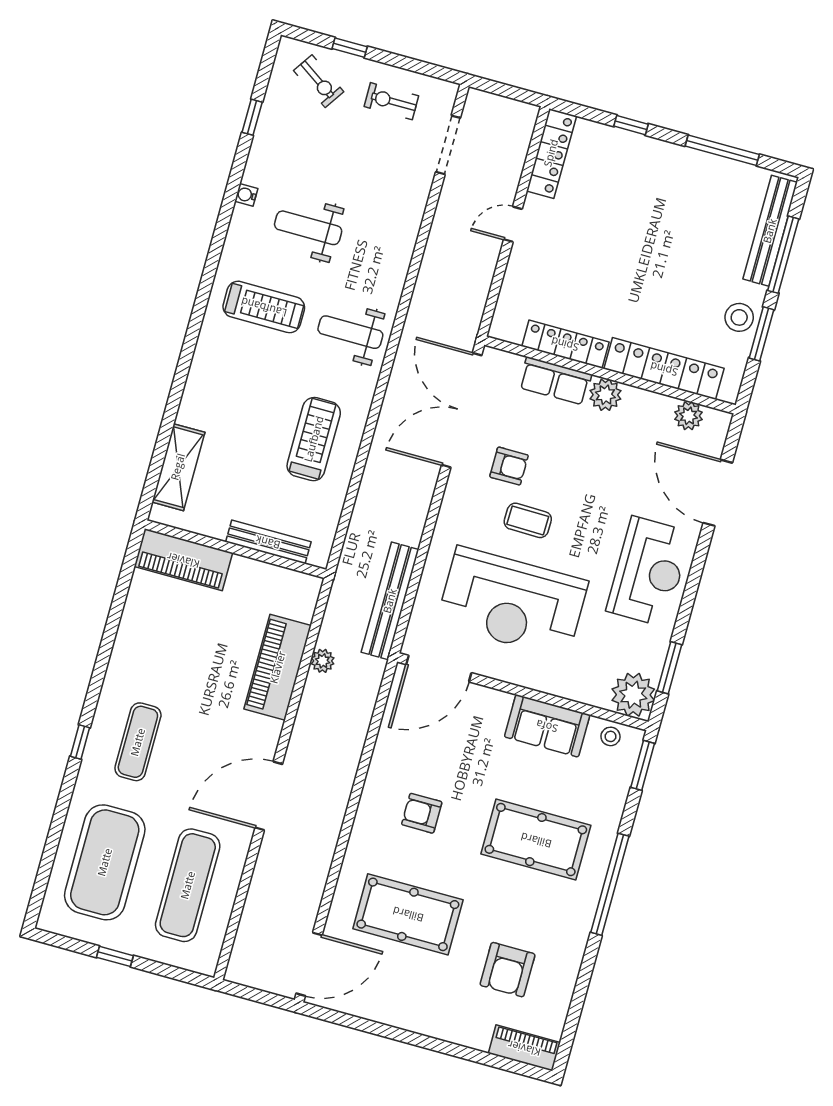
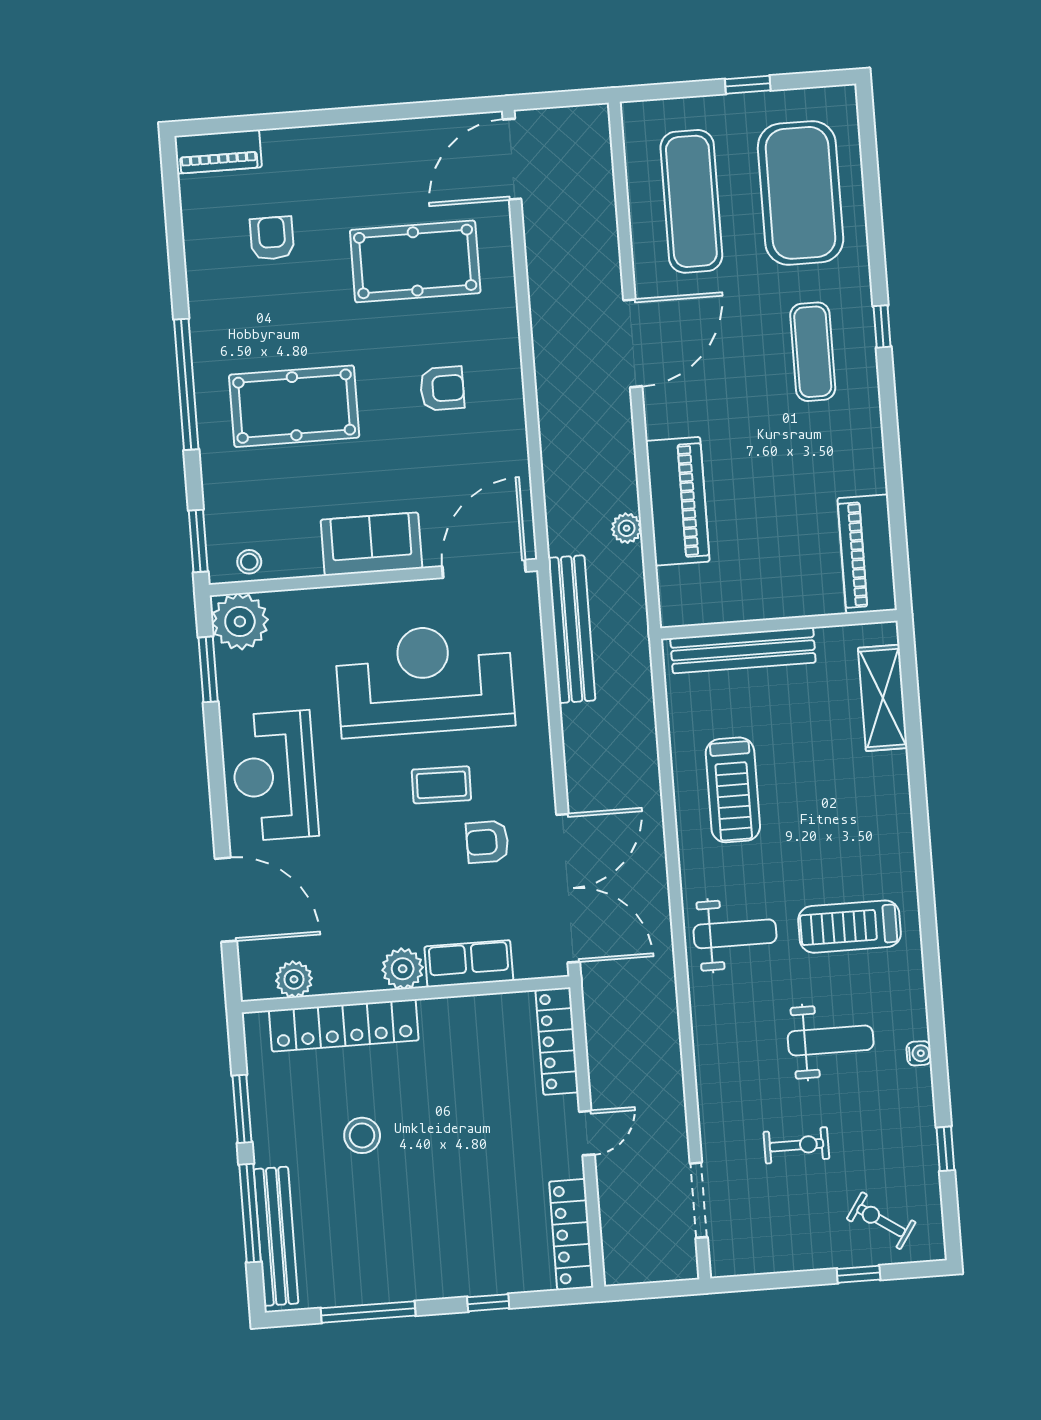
exercise bike: (391, 101) -> (796, 1145), moved
stool: (739, 317) -> (362, 1135), moved
locker: (565, 344) -> (557, 1041), moved, turned 90
bench: (268, 542) -> (743, 650), width x1.37, depth x1.21
piano: (183, 560) -> (867, 554), moved, turned -90
sofa: (547, 726) -> (371, 544), moved
armchair: (508, 970) -> (272, 238), width x0.72, depth x0.72

